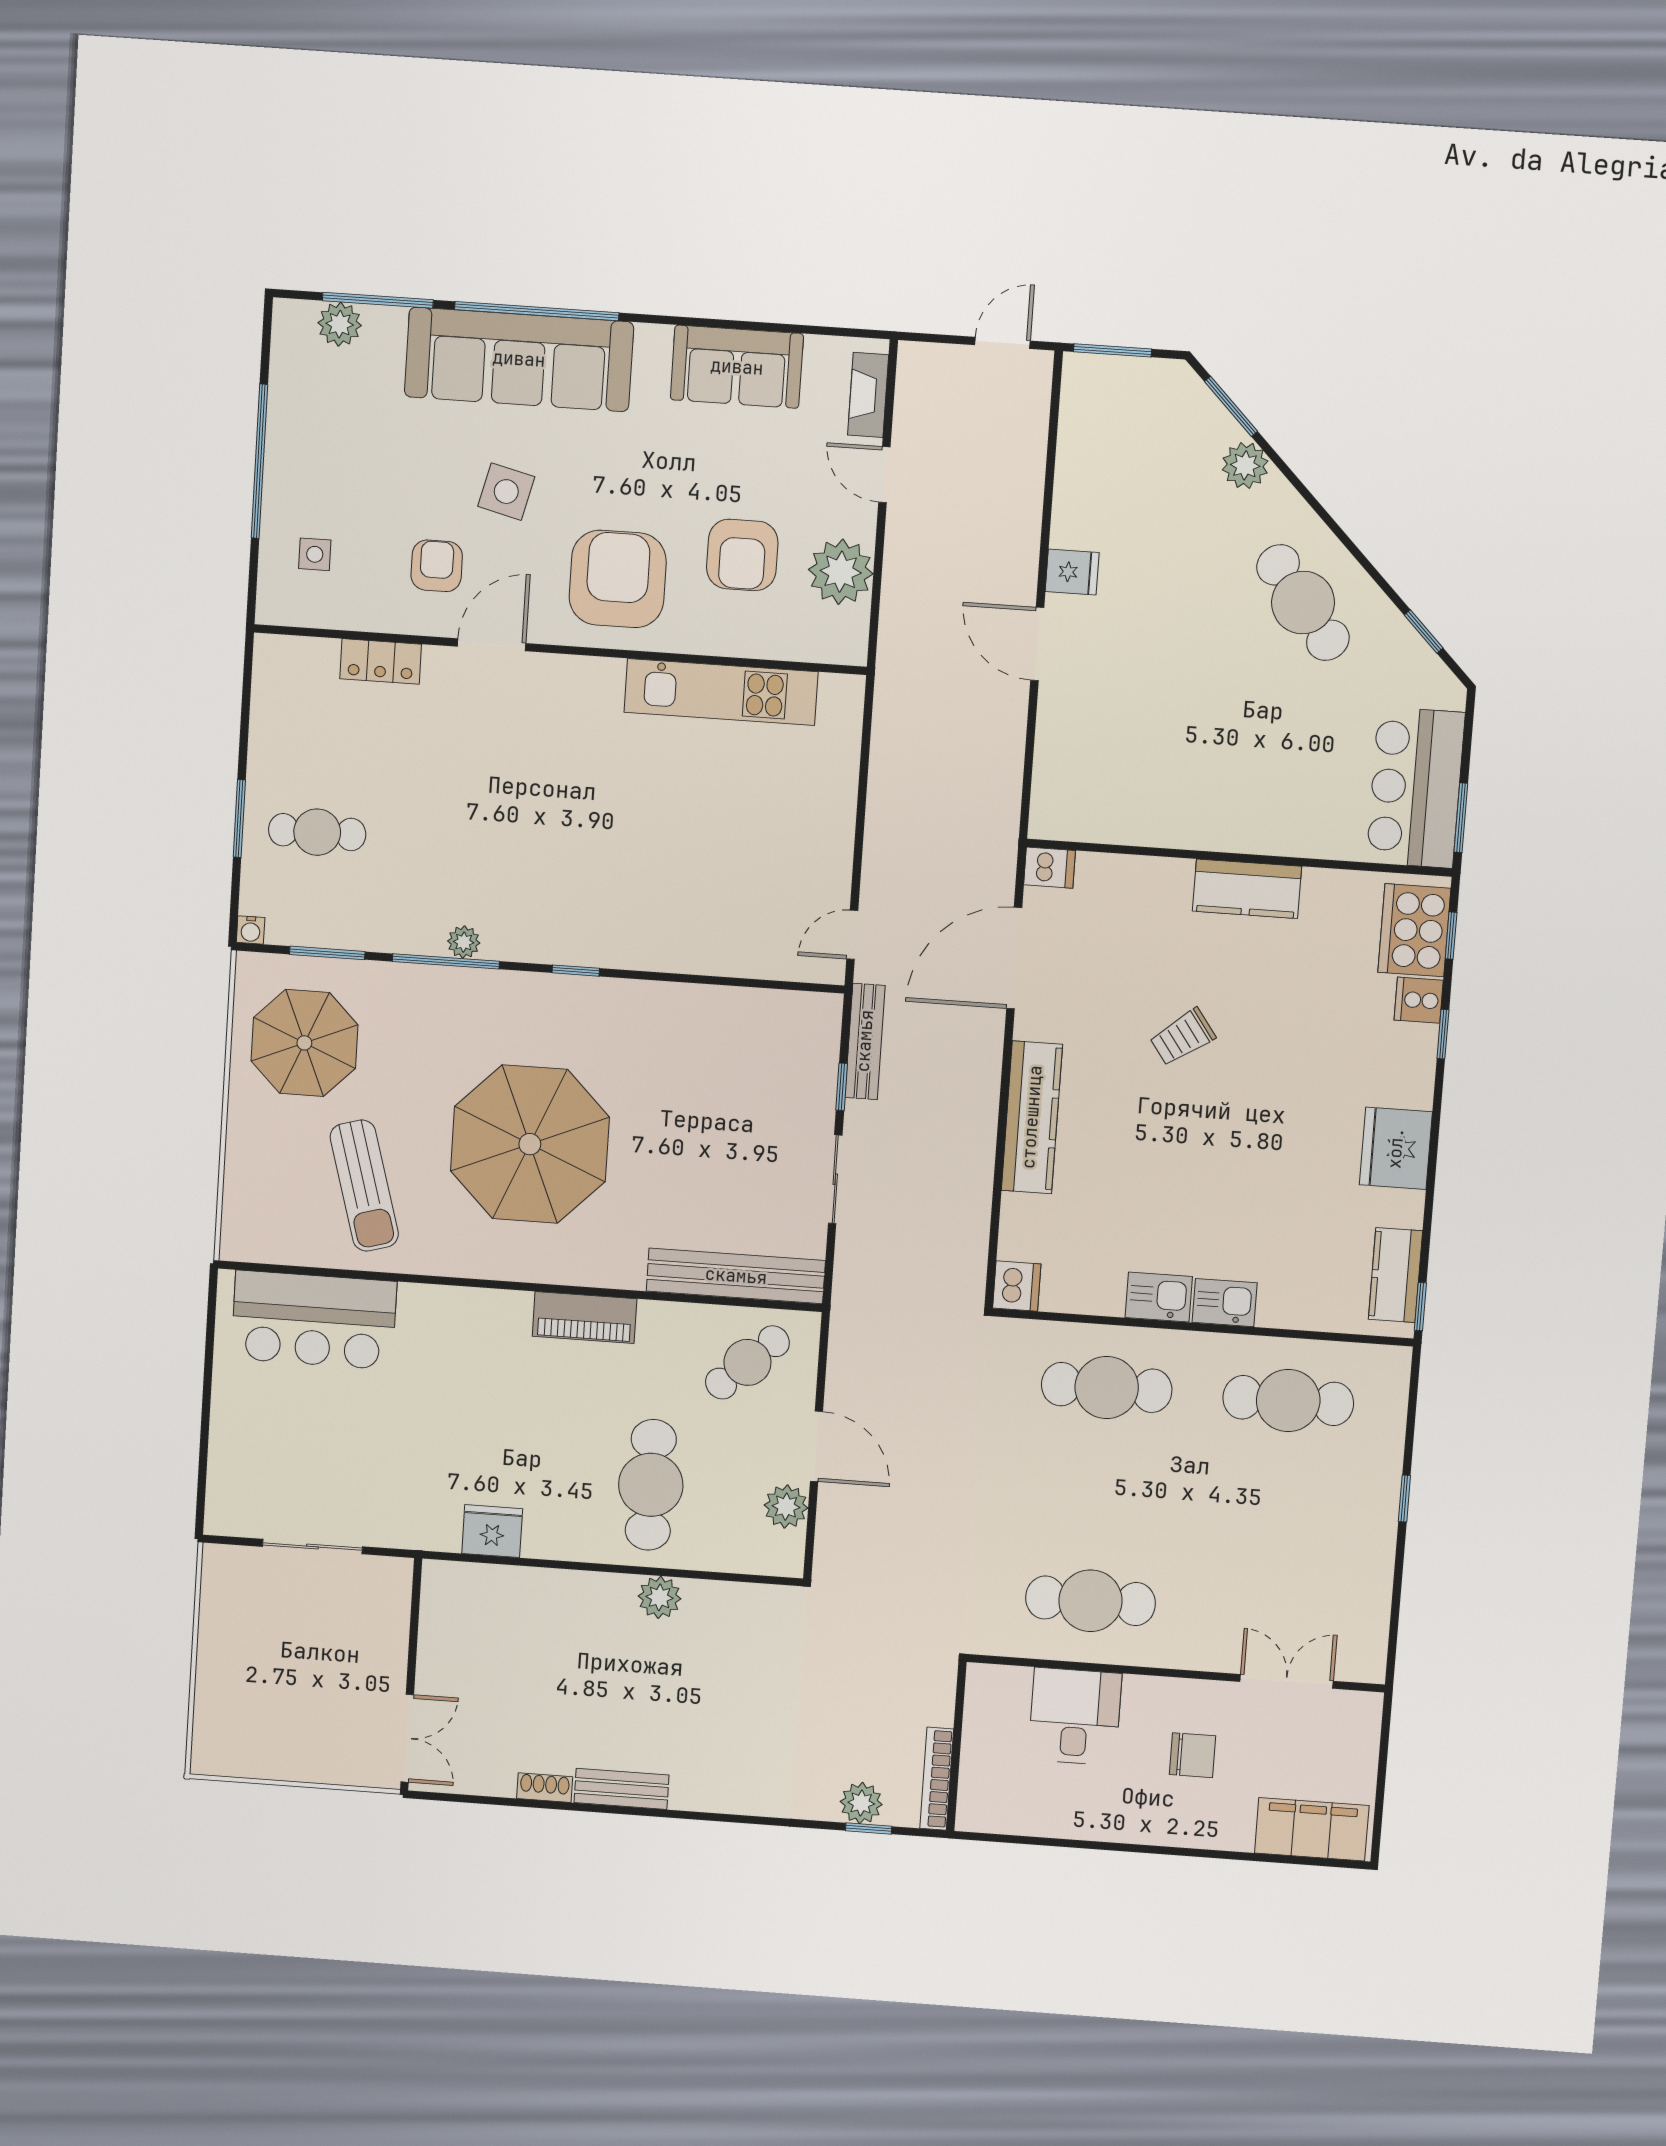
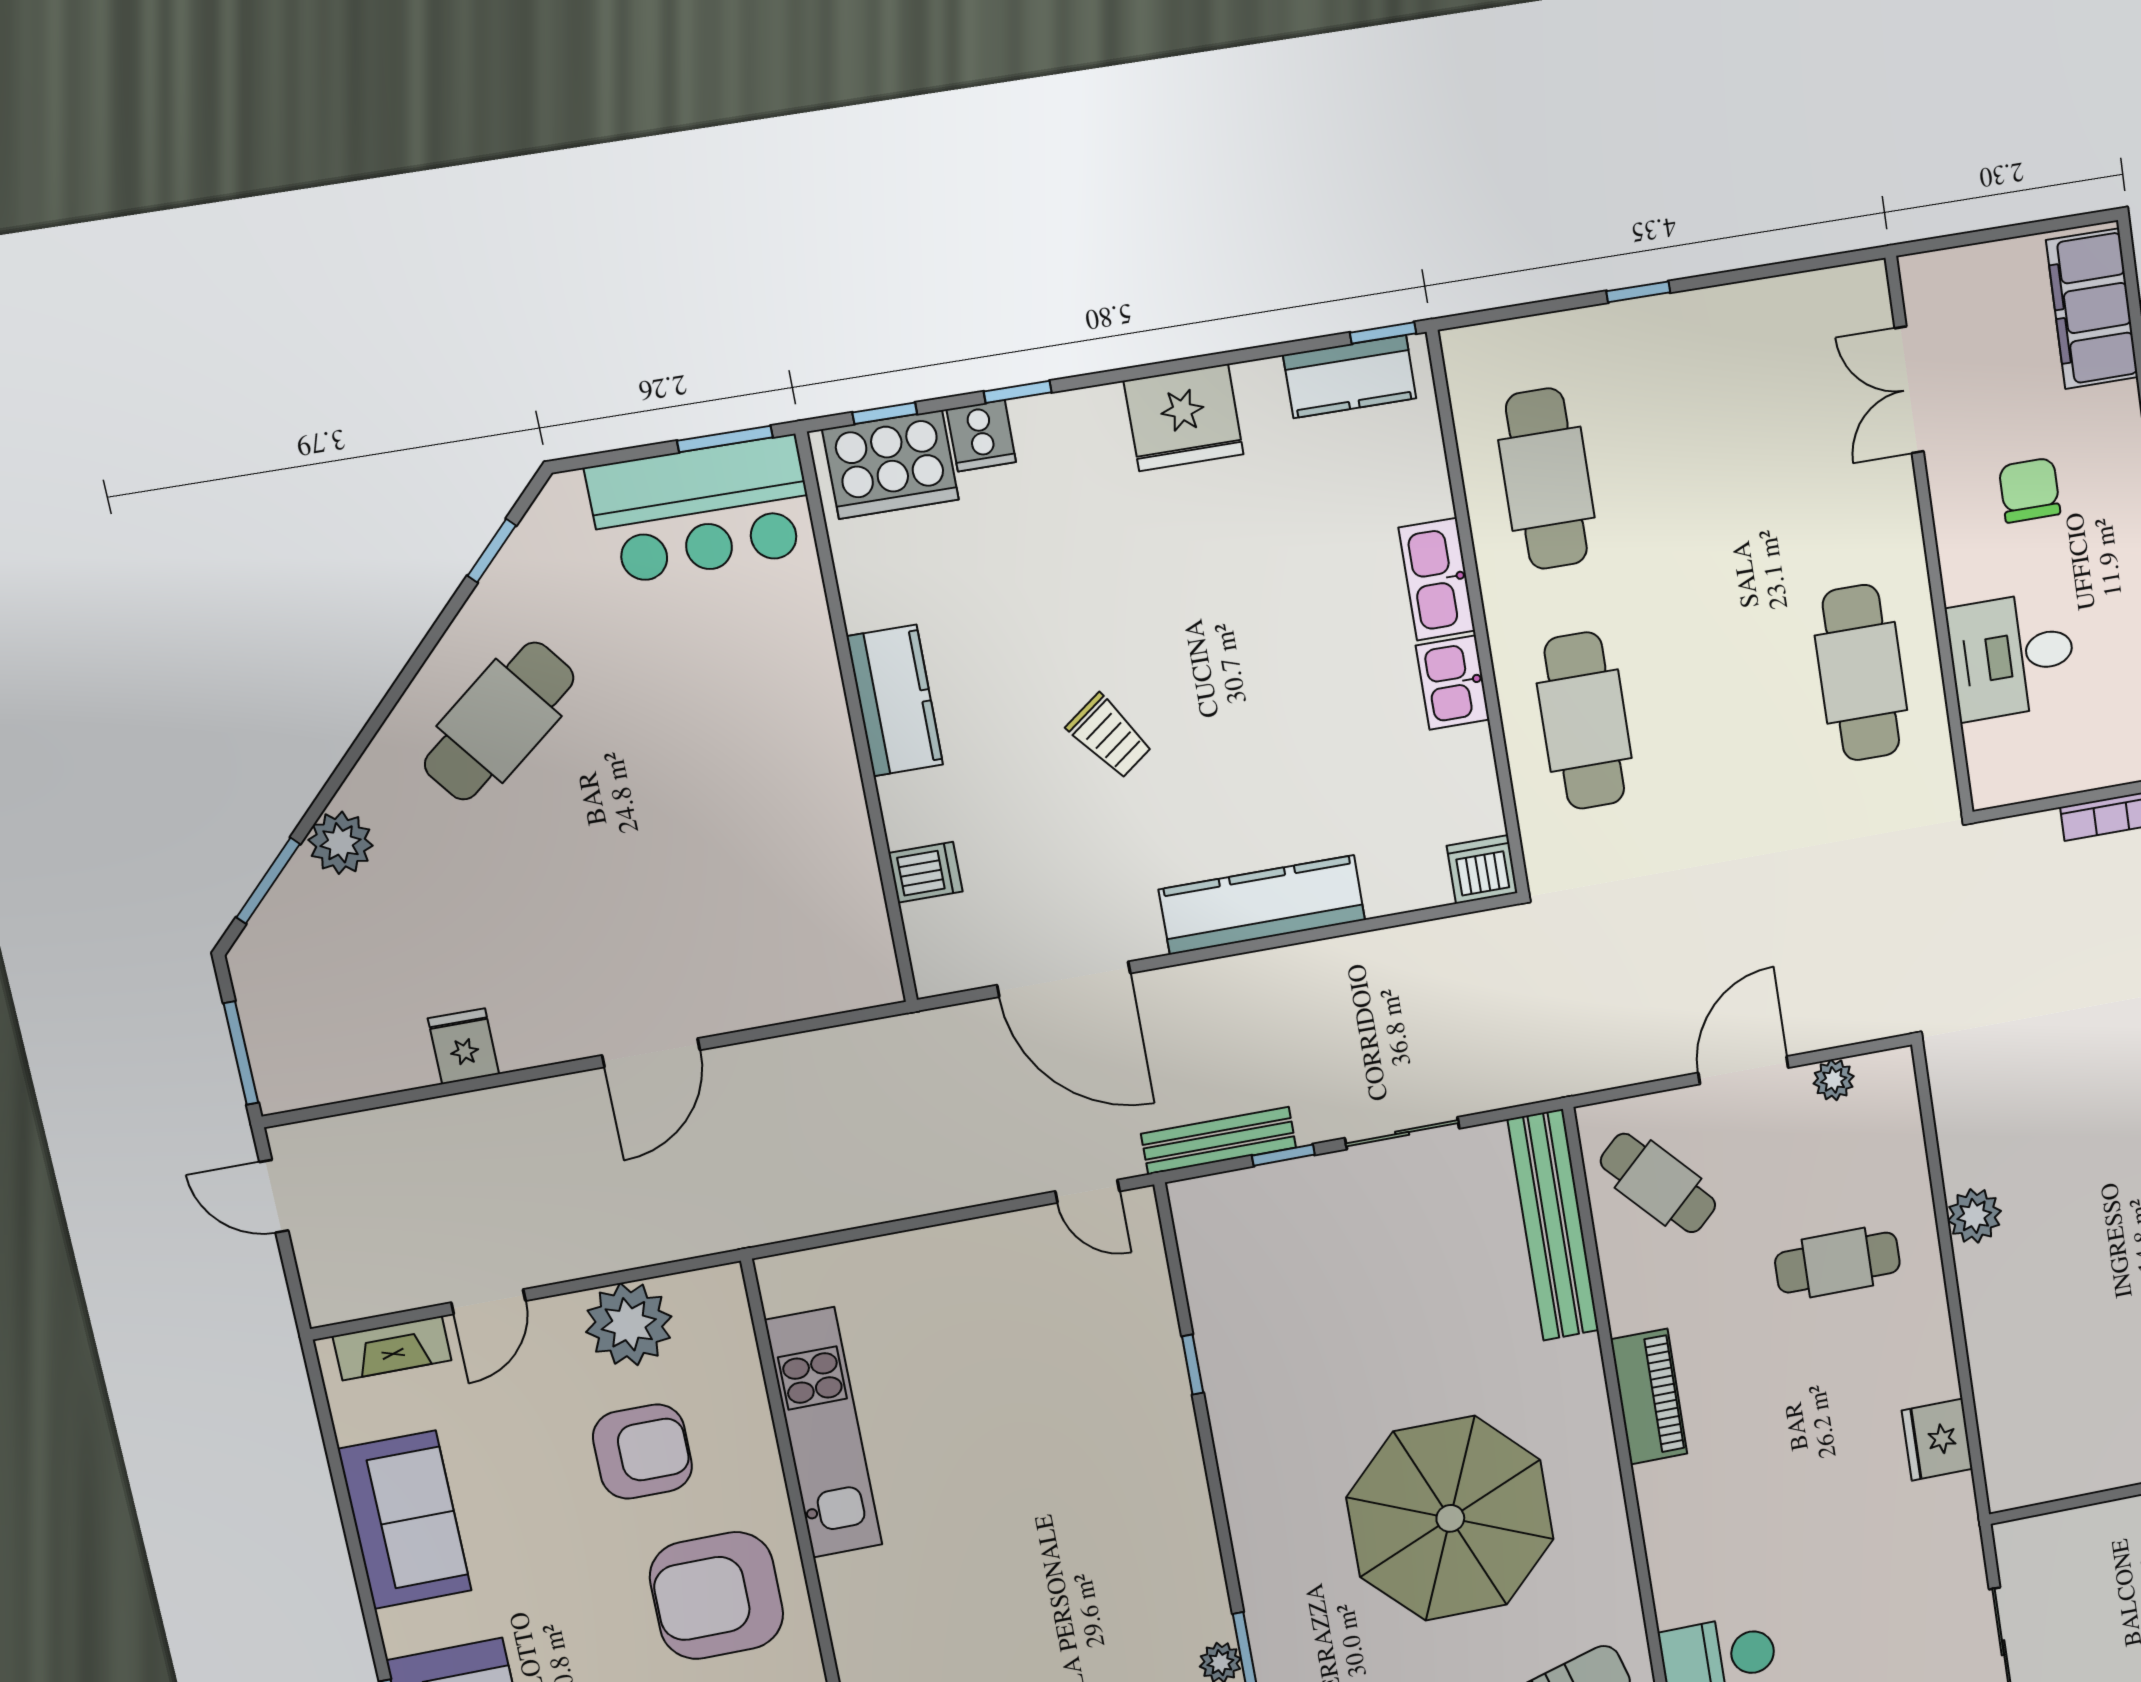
fridge: (1072, 572) -> (463, 1046), moved
dishwasher: (1050, 868) -> (925, 872), moved, turned 90
window: (576, 971) -> (1193, 1365), moved
kitchen sink: (1225, 1303) -> (1437, 579), width x1.38
cafe table: (651, 1485) -> (1837, 1263), width x0.73, depth x0.74
plant: (786, 1507) -> (1834, 1080), width x0.73, depth x0.73

